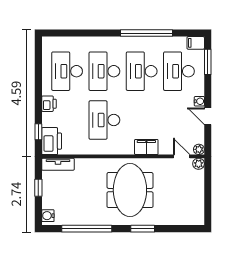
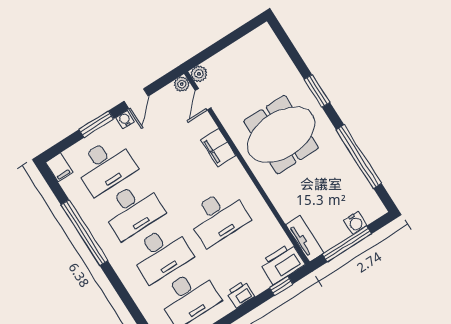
window: (208, 62) -> (96, 124), moved
window: (38, 188) -> (347, 244), width x2.17
water cooler: (48, 216) -> (355, 223), moved

